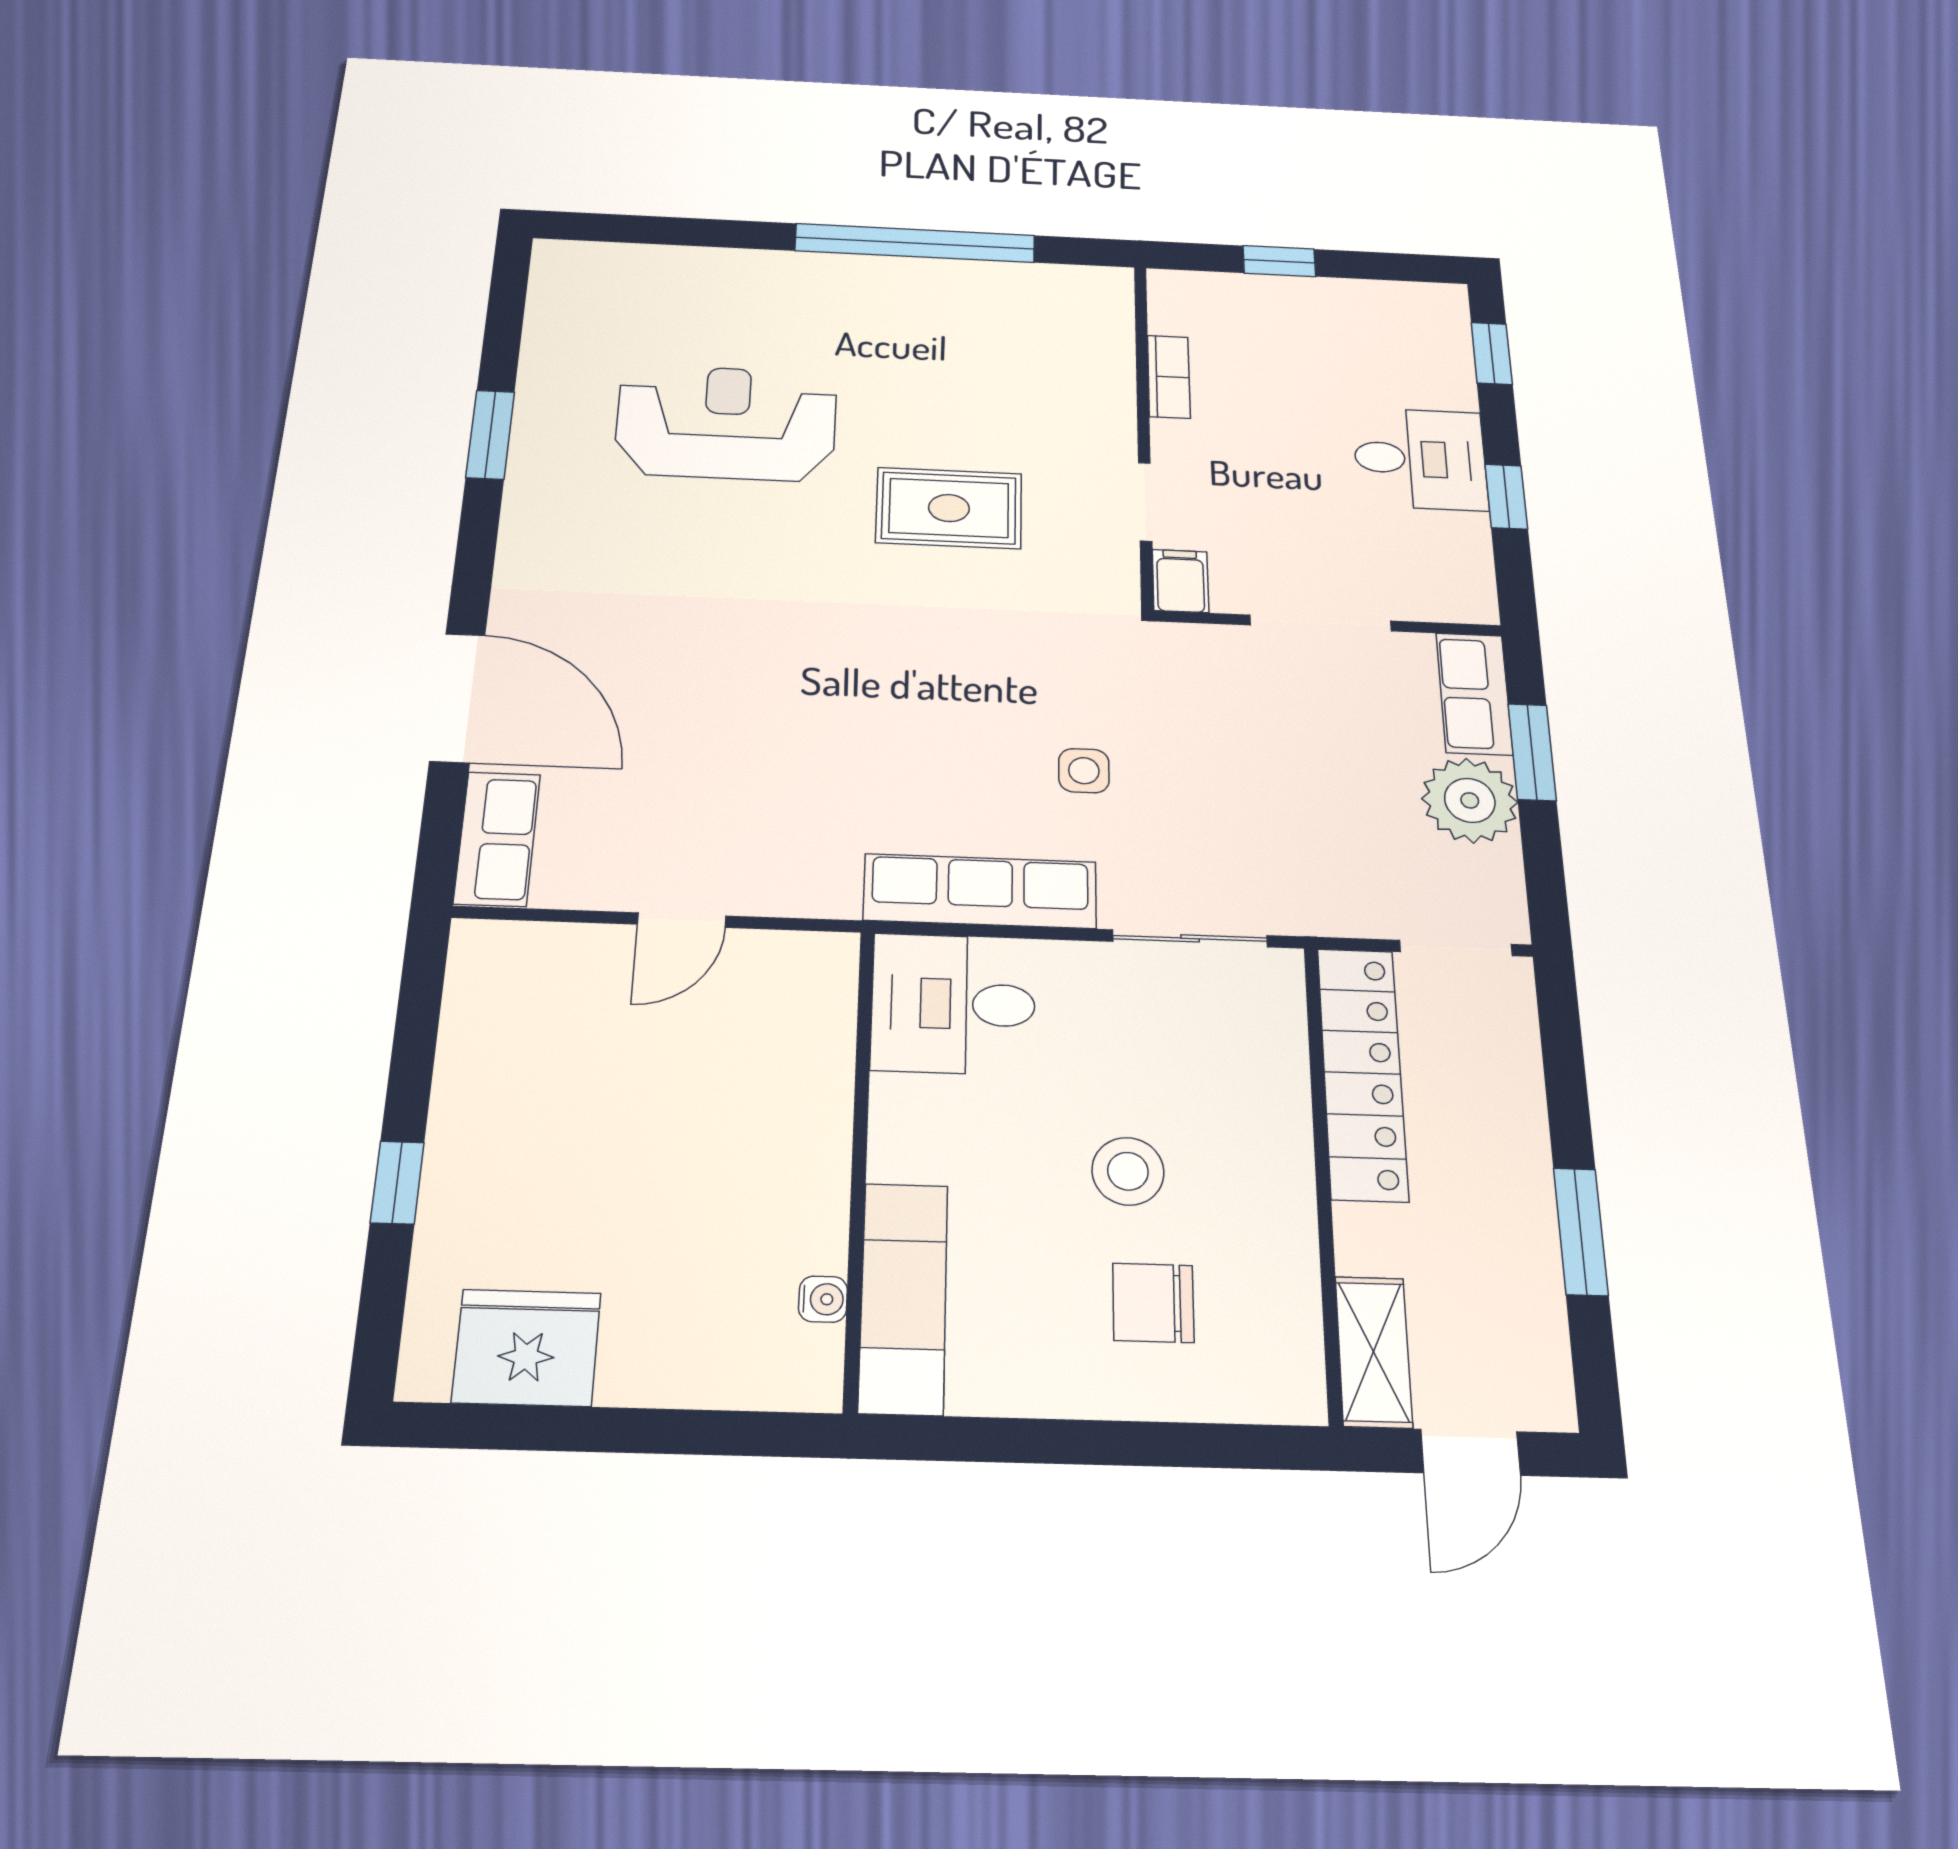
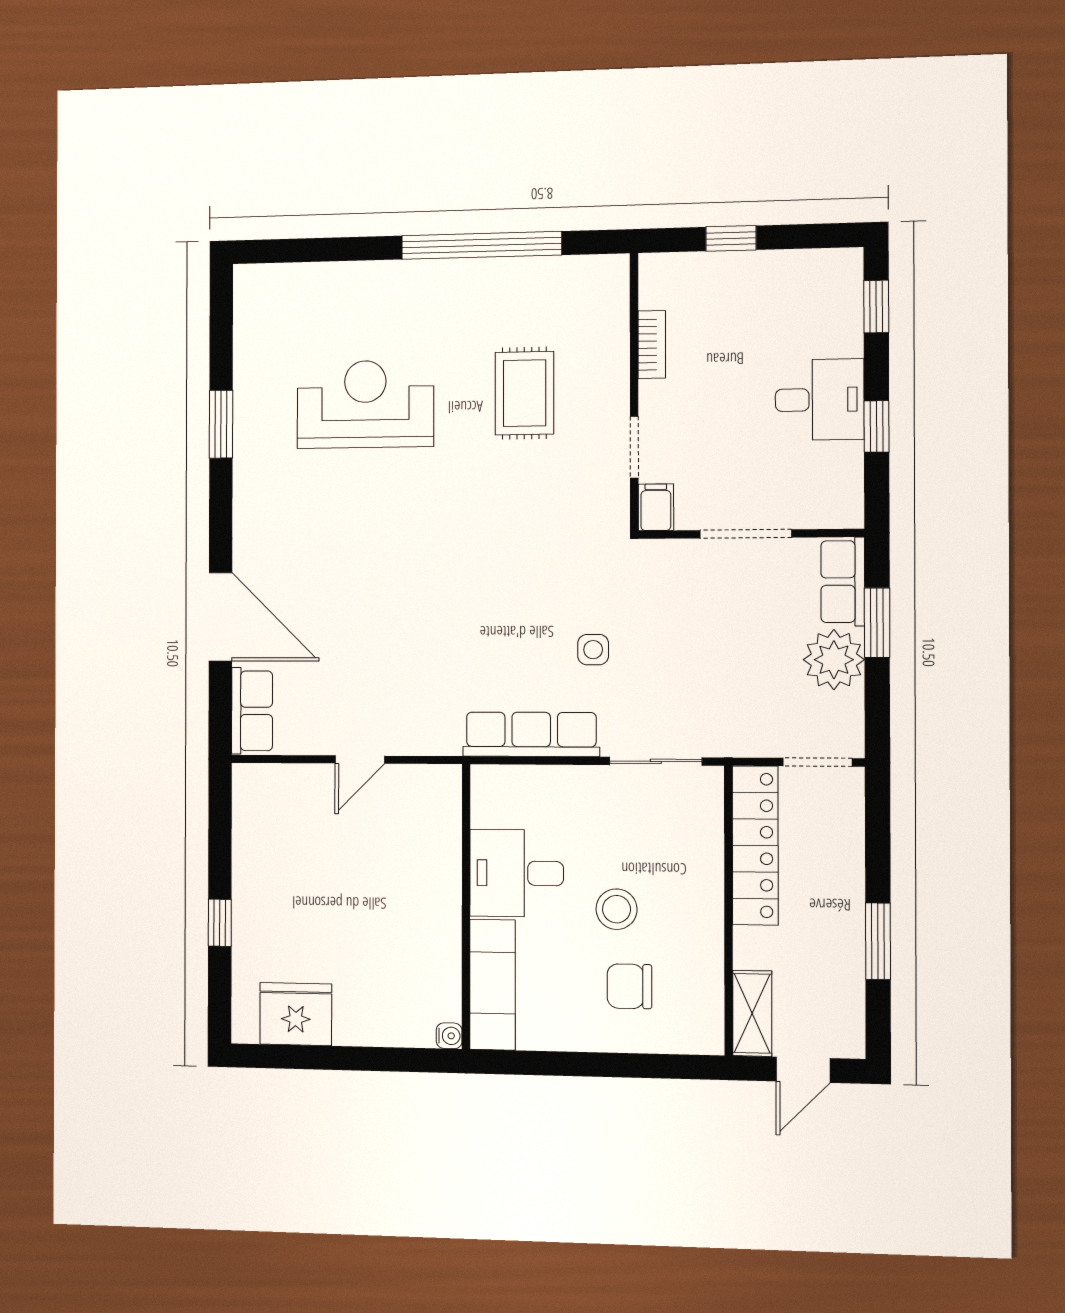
rug: (949, 508) -> (524, 393), moved, turned 90
desk: (953, 1004) -> (517, 873), moved
water cooler: (823, 1299) -> (449, 1036), moved

